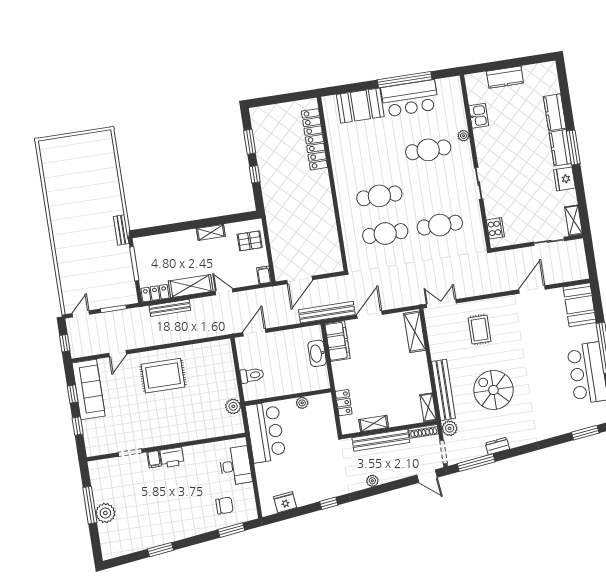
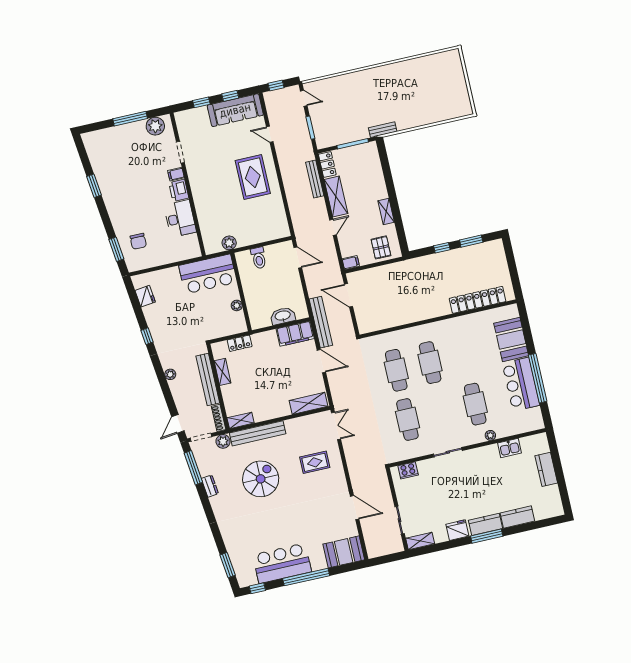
desk: (235, 466) -> (180, 219), moved, turned -90
plant: (105, 513) -> (155, 126), moved

